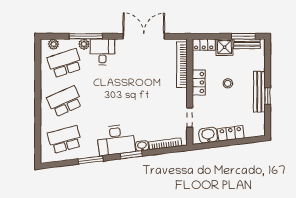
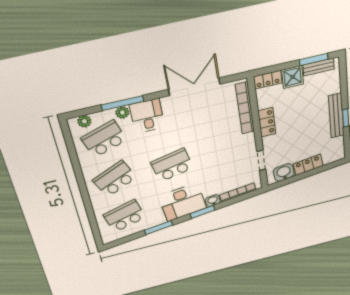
stool: (228, 83) -> (300, 115), removed
school desk: (114, 101) -> (172, 165), added

